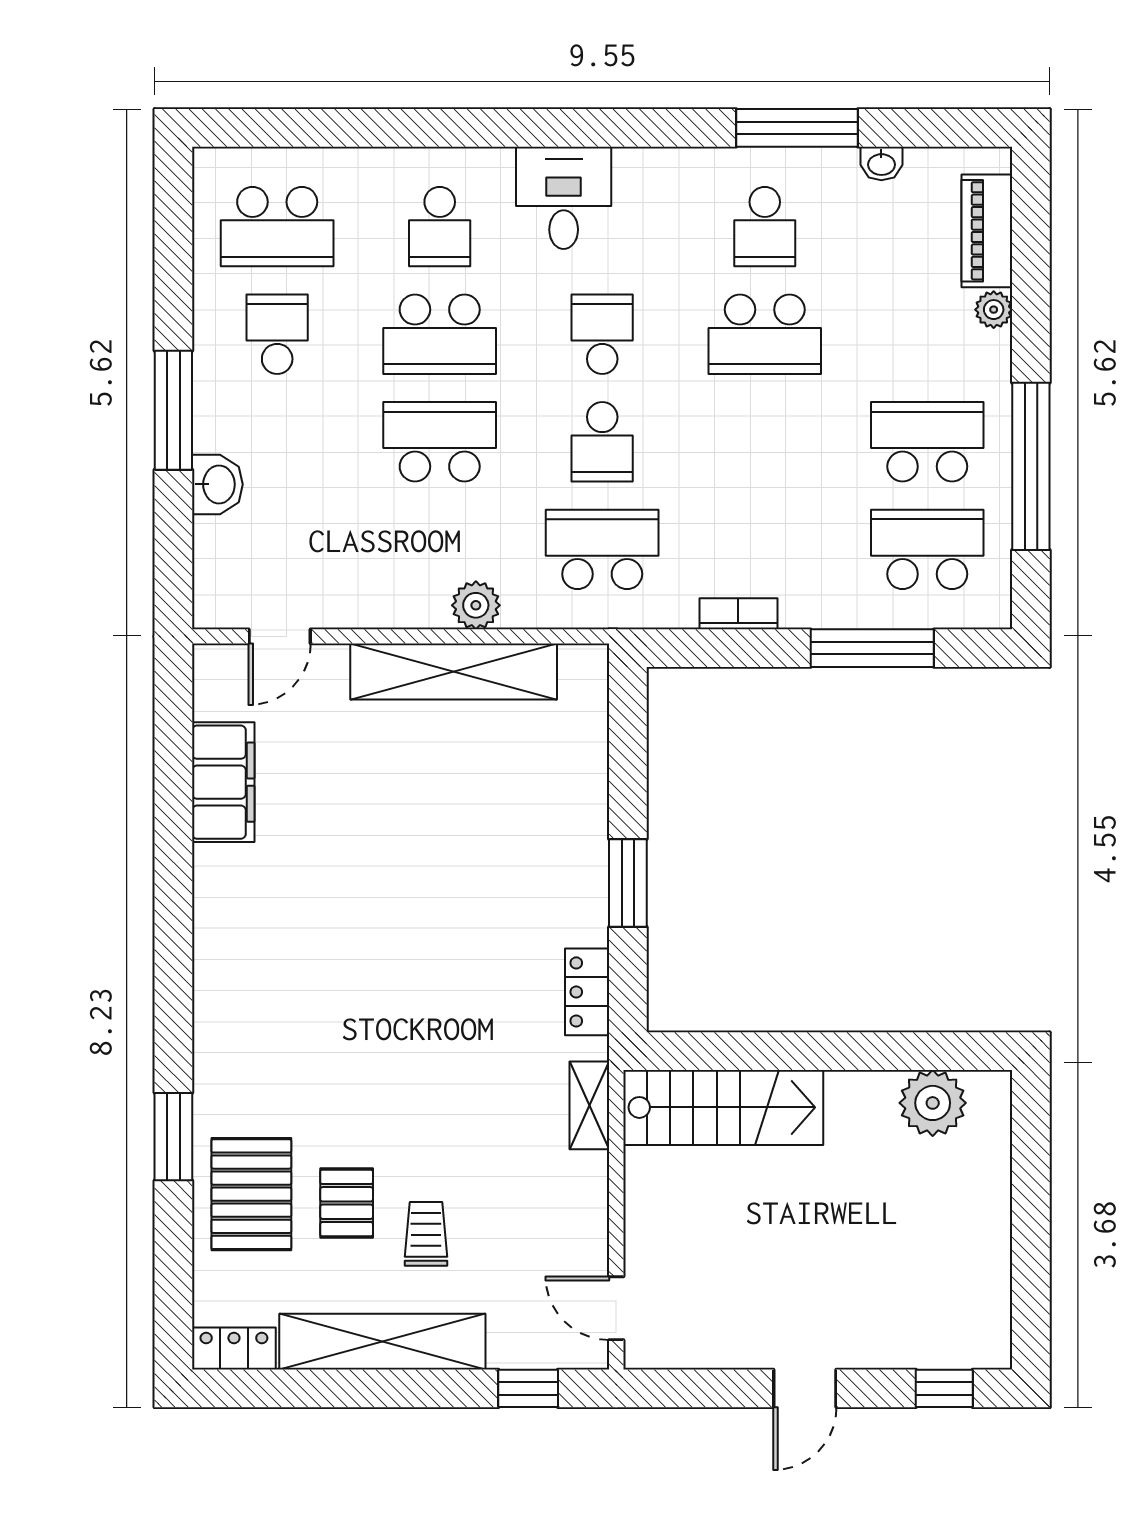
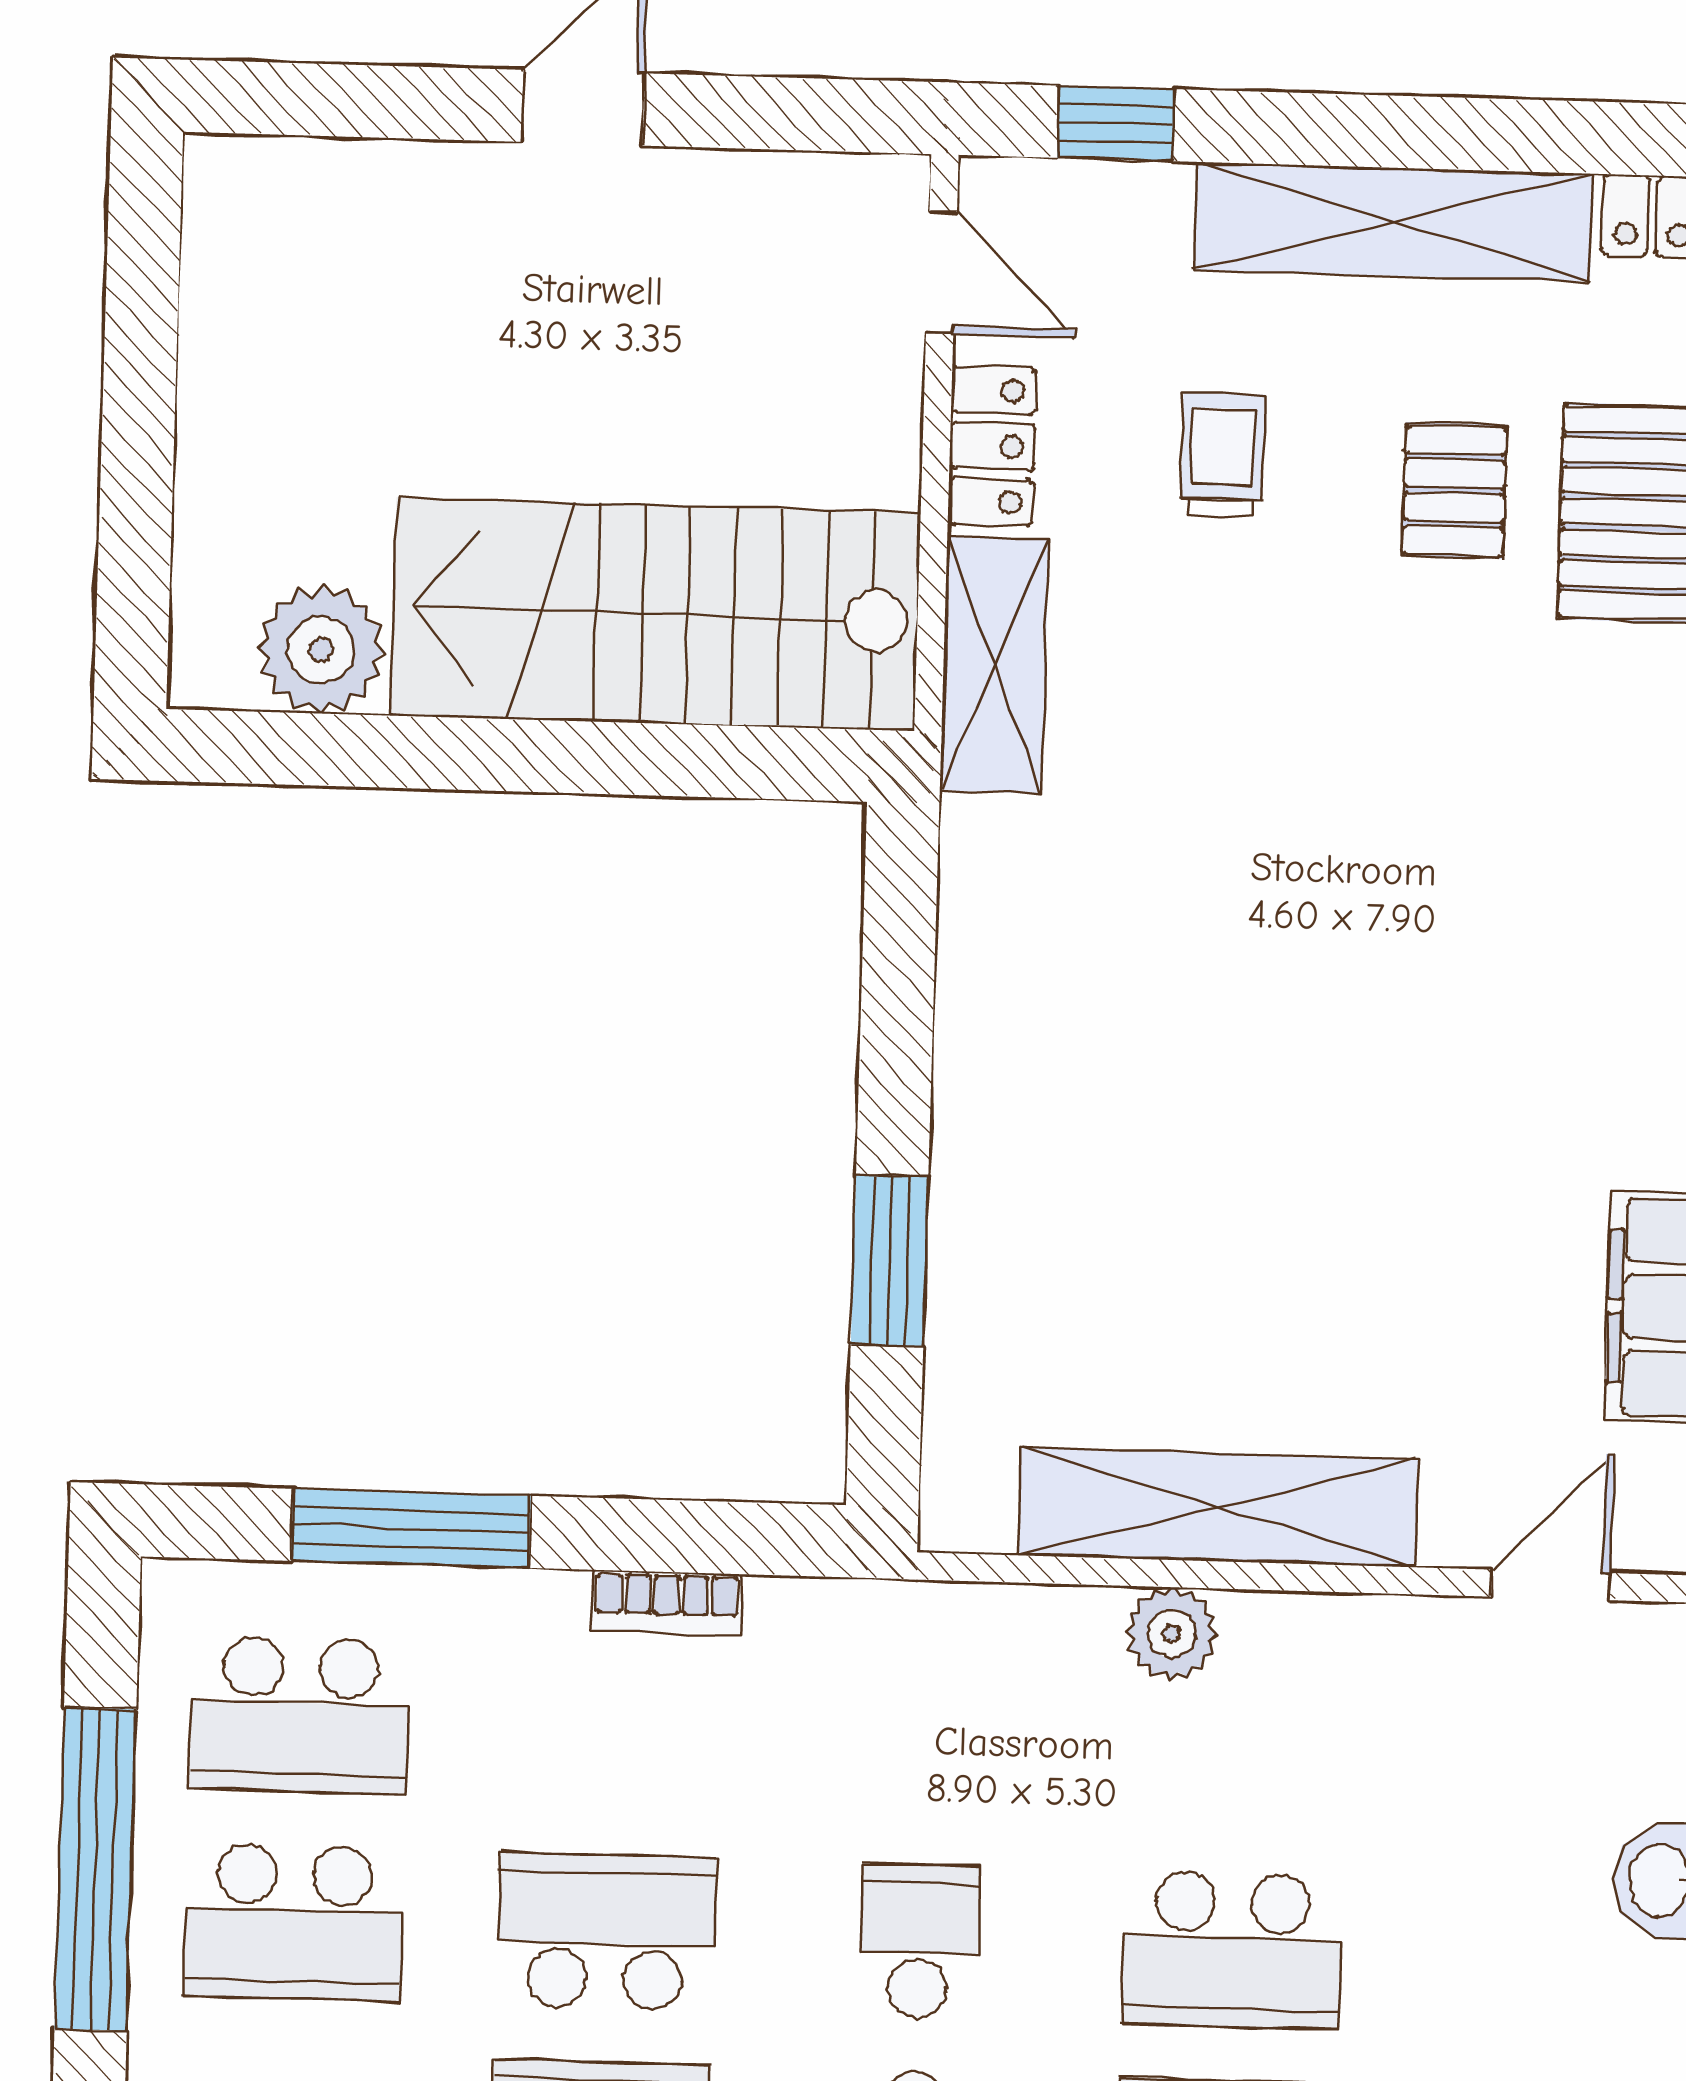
school desk: (602, 549) -> (606, 1931), moved, turned 180
window: (628, 883) -> (890, 1261), moved
locker: (587, 992) -> (992, 446), moved
shelving: (589, 1105) -> (994, 665), width x1.50, depth x1.33
stairs: (723, 1107) -> (655, 614), width x1.36, depth x1.51
trolley: (426, 1234) -> (1222, 455), moved, turned 180
window: (944, 1388) -> (315, 100), removed

